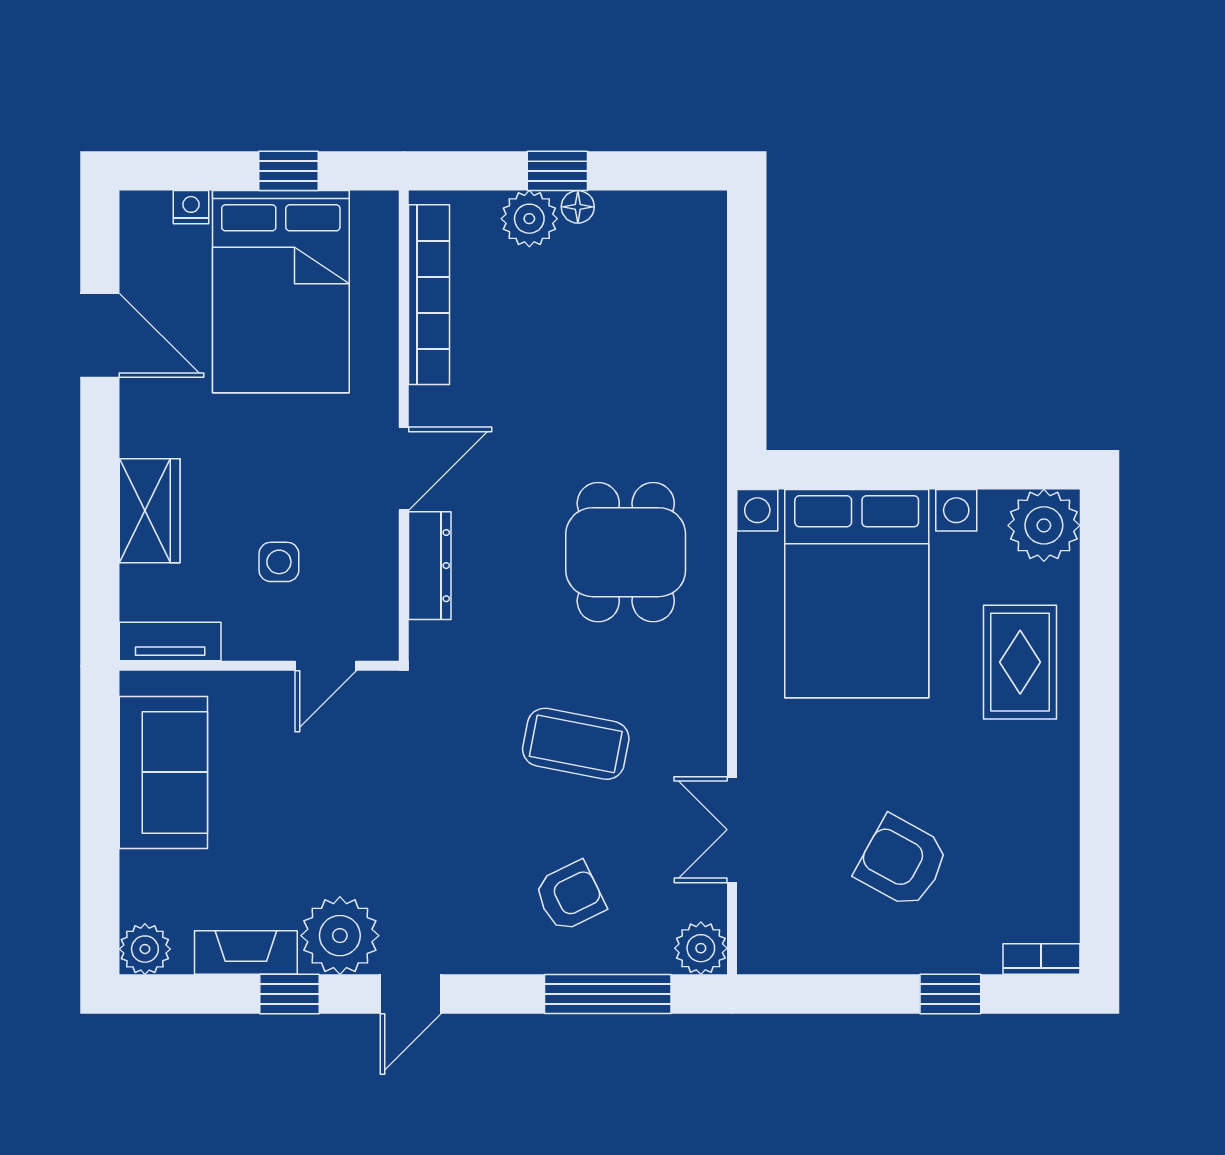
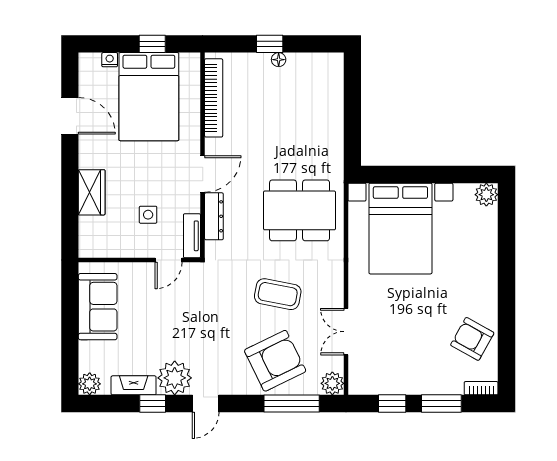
plant: (529, 219) -> (257, 65), removed
plant: (1044, 525) -> (486, 195), width x0.73, depth x0.73
dining table: (626, 552) -> (300, 210), width x1.38
tv unit: (170, 642) -> (192, 236), moved, turned -90
rug: (1020, 662) -> (472, 258), removed
armchair: (902, 862) -> (472, 339), moved
armchair: (570, 896) -> (275, 361), width x1.88, depth x1.88
window: (838, 994) -> (392, 403), added
window: (950, 994) -> (441, 403), width x1.50

